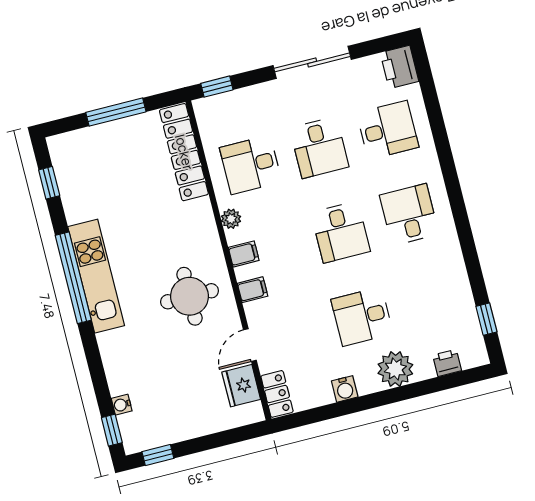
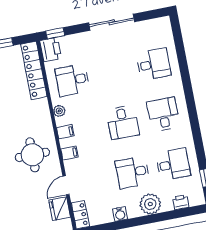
printer: (399, 67) -> (51, 50), moved, turned 180
desk: (319, 147) -> (173, 164), moved, turned -90

